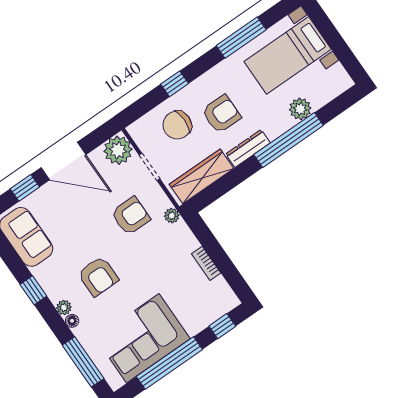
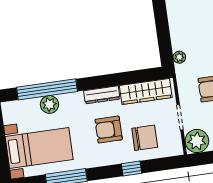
window: (289, 140) -> (47, 89), moved
plant: (172, 216) -> (179, 57), moved
bookcase: (206, 263) -> (174, 27), removed

